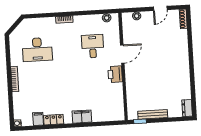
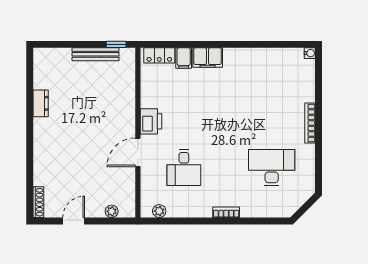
dresser: (187, 108) -> (41, 103), moved
filing cabinet: (38, 119) -> (184, 58), moved
locker: (54, 120) -> (159, 55), moved

